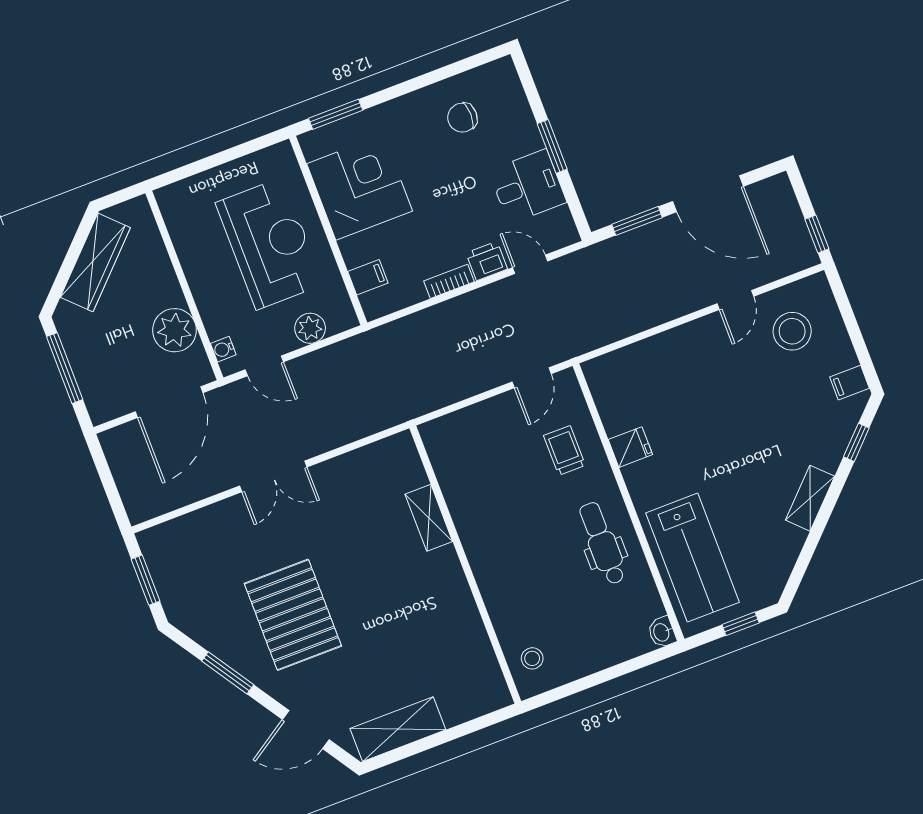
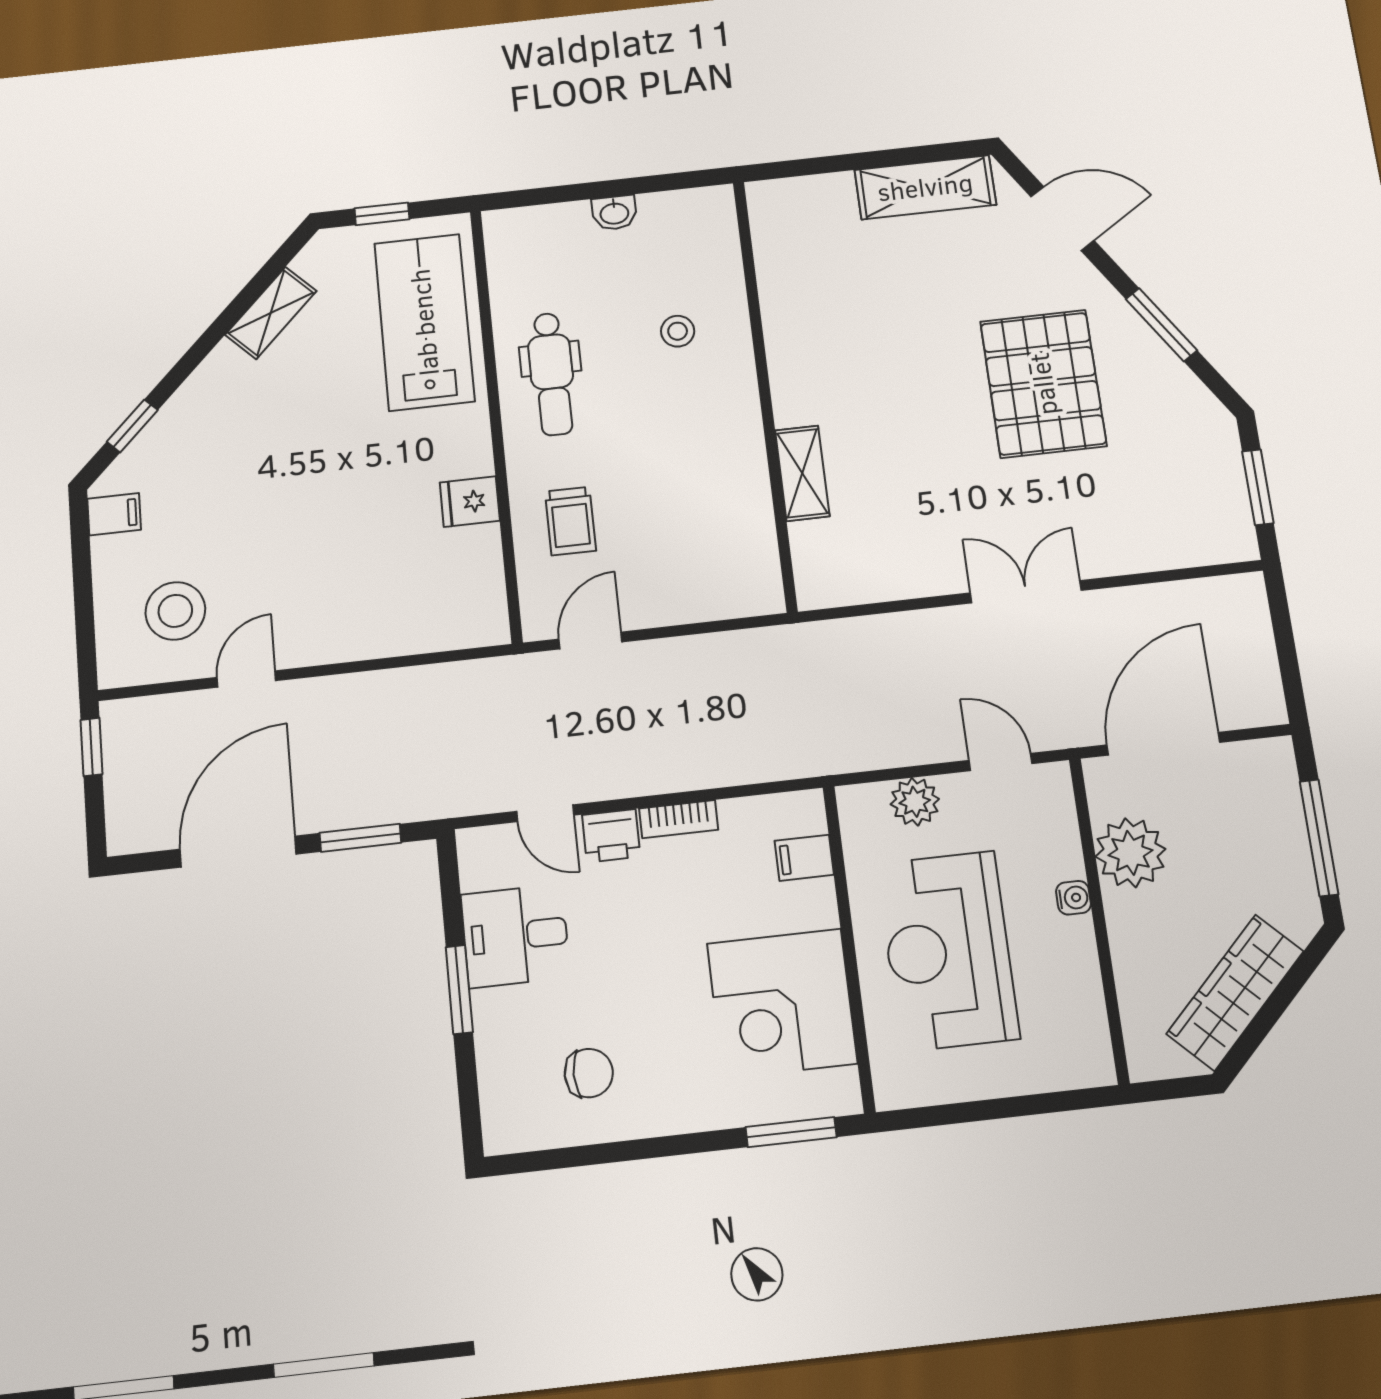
door: (708, 194) -> (238, 852), hinge flipped
water cooler: (223, 349) -> (1073, 898), moved
shelving: (810, 498) -> (271, 313), moved
washbasin: (662, 632) -> (614, 213), moved, turned 90
stool: (532, 658) -> (678, 331), moved

